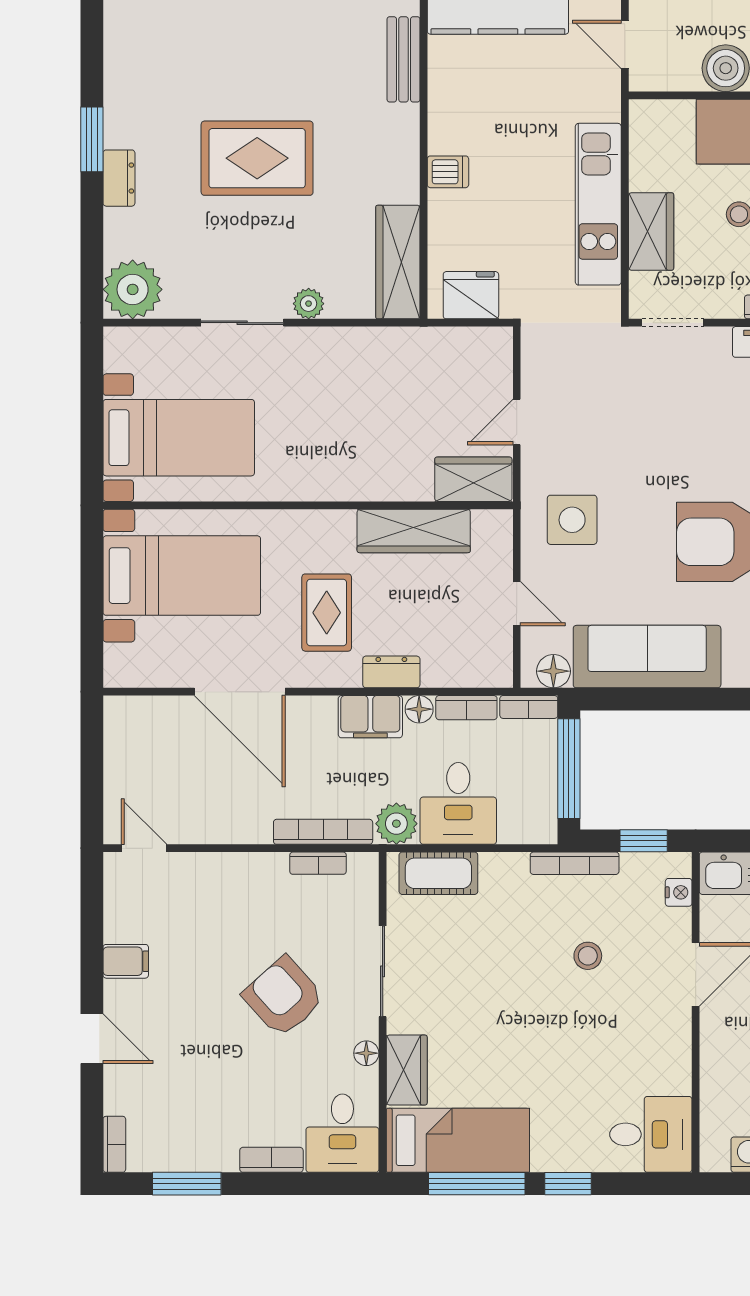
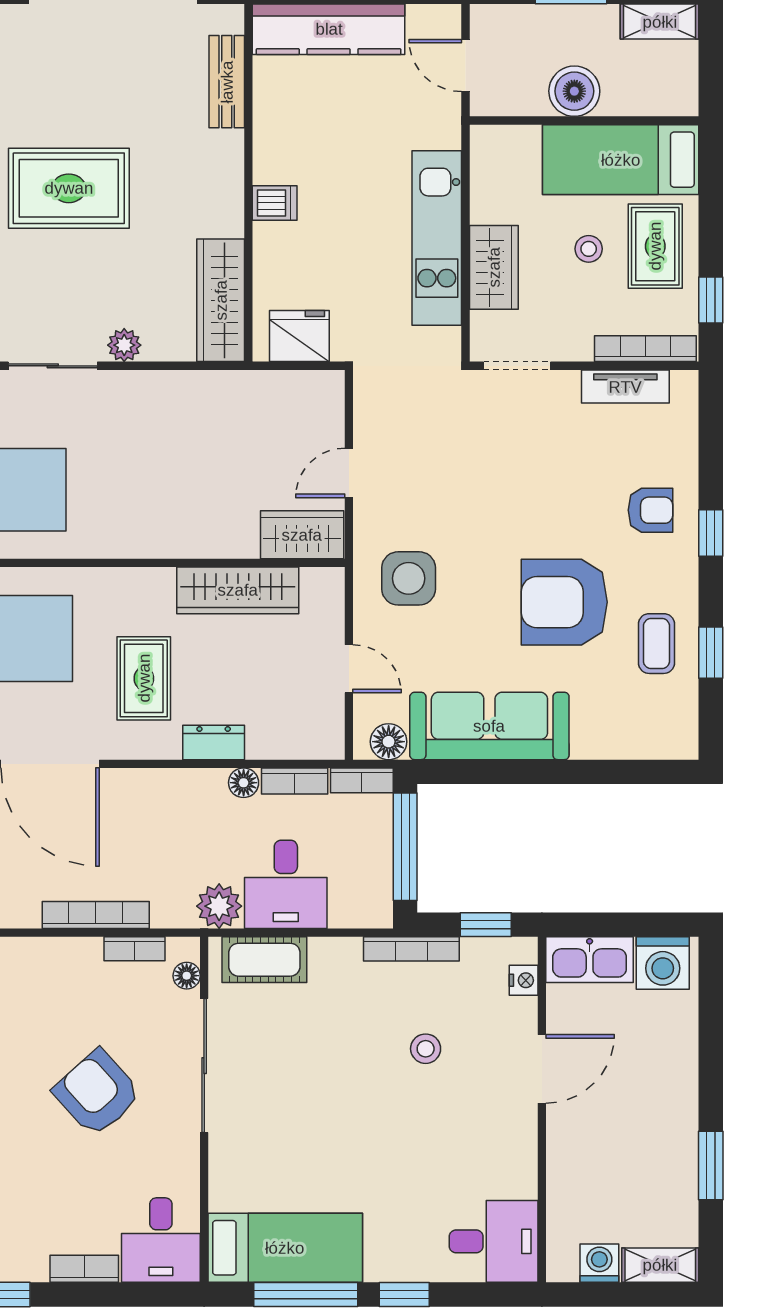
filing cabinet: (370, 717) -> (191, 791), removed
bookcase: (323, 832) -> (96, 915), moved
sliding door: (383, 971) -> (204, 1066), width x1.37
floor lamp: (366, 1053) -> (187, 976), moved
wardrobe: (407, 1070) -> (230, 1172), removed

